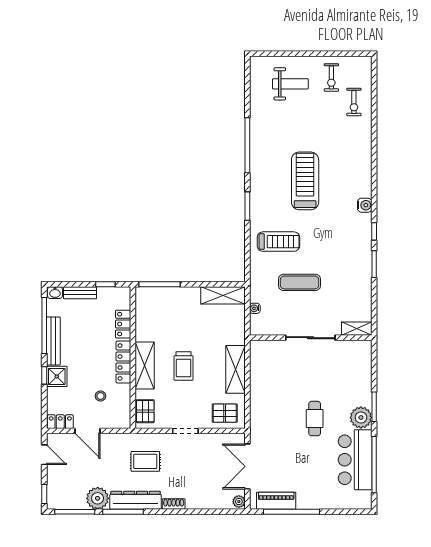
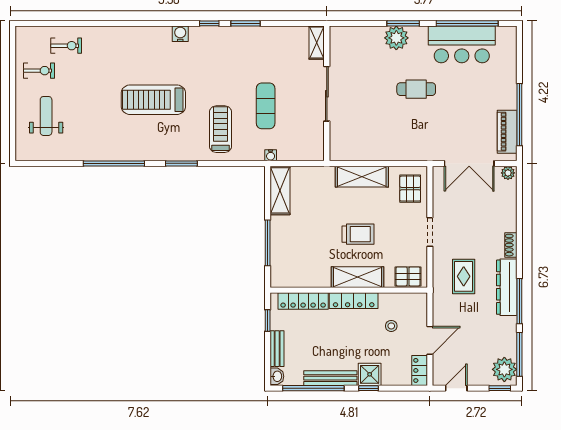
window: (159, 284) -> (268, 243), moved
water cooler: (255, 308) -> (271, 155), moved
locker: (123, 324) -> (303, 301), width x1.53
plant: (361, 417) -> (396, 38), moved
plant: (98, 498) -> (504, 369), moved

